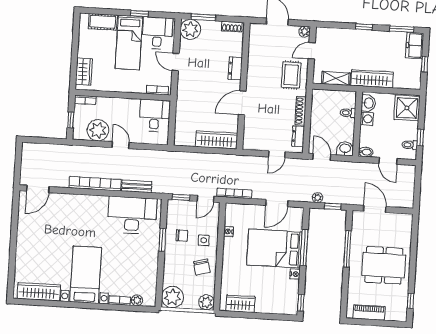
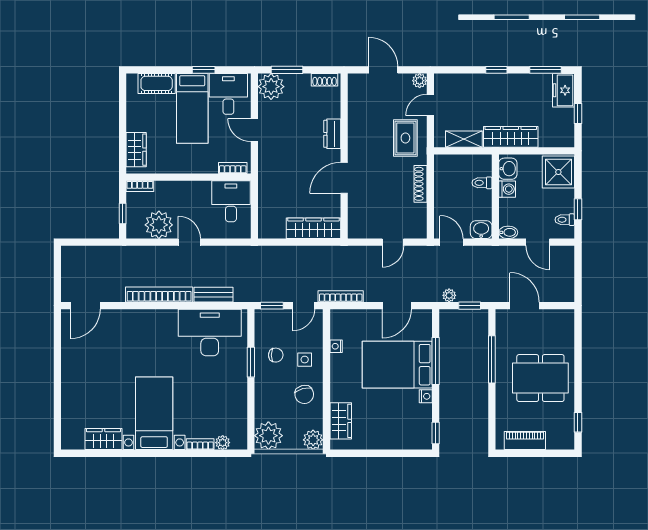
dresser: (298, 136) -> (419, 217), removed
wardrobe: (39, 292) -> (104, 439), width x0.67
wardrobe: (241, 304) -> (341, 421), moved, turned 90

